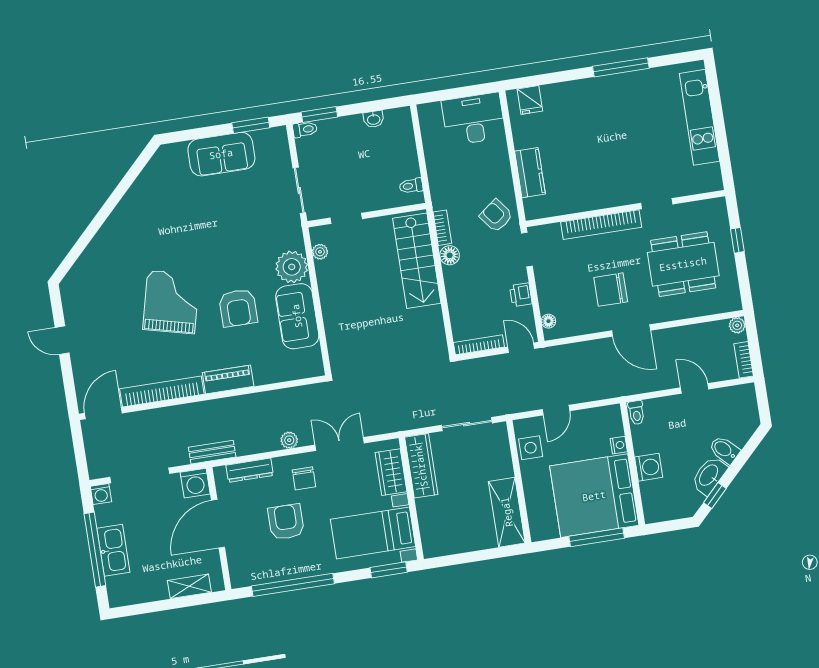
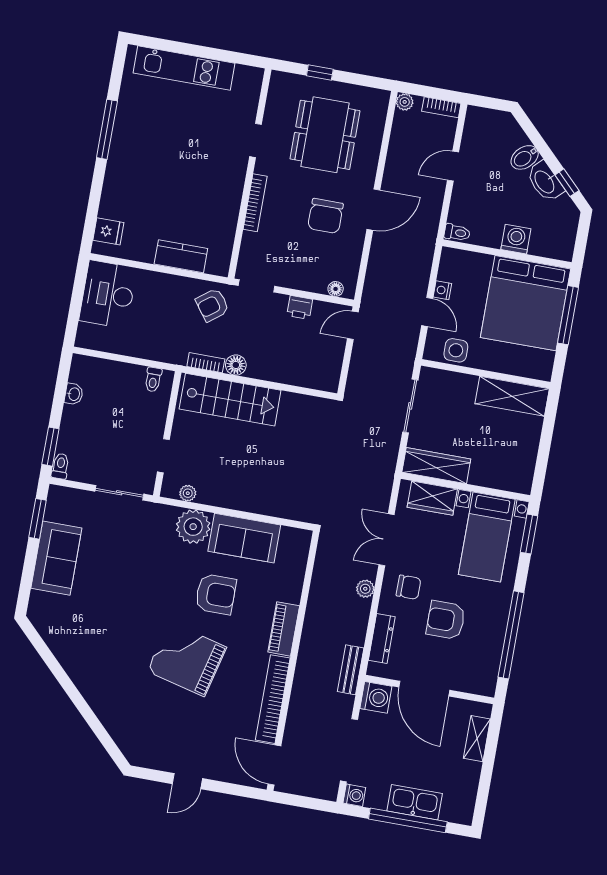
bookcase: (601, 225) -> (255, 203), width x0.68, depth x0.76
bookcase: (479, 345) -> (335, 367), removed
nightstand: (619, 445) -> (442, 290), moved, turned -90

